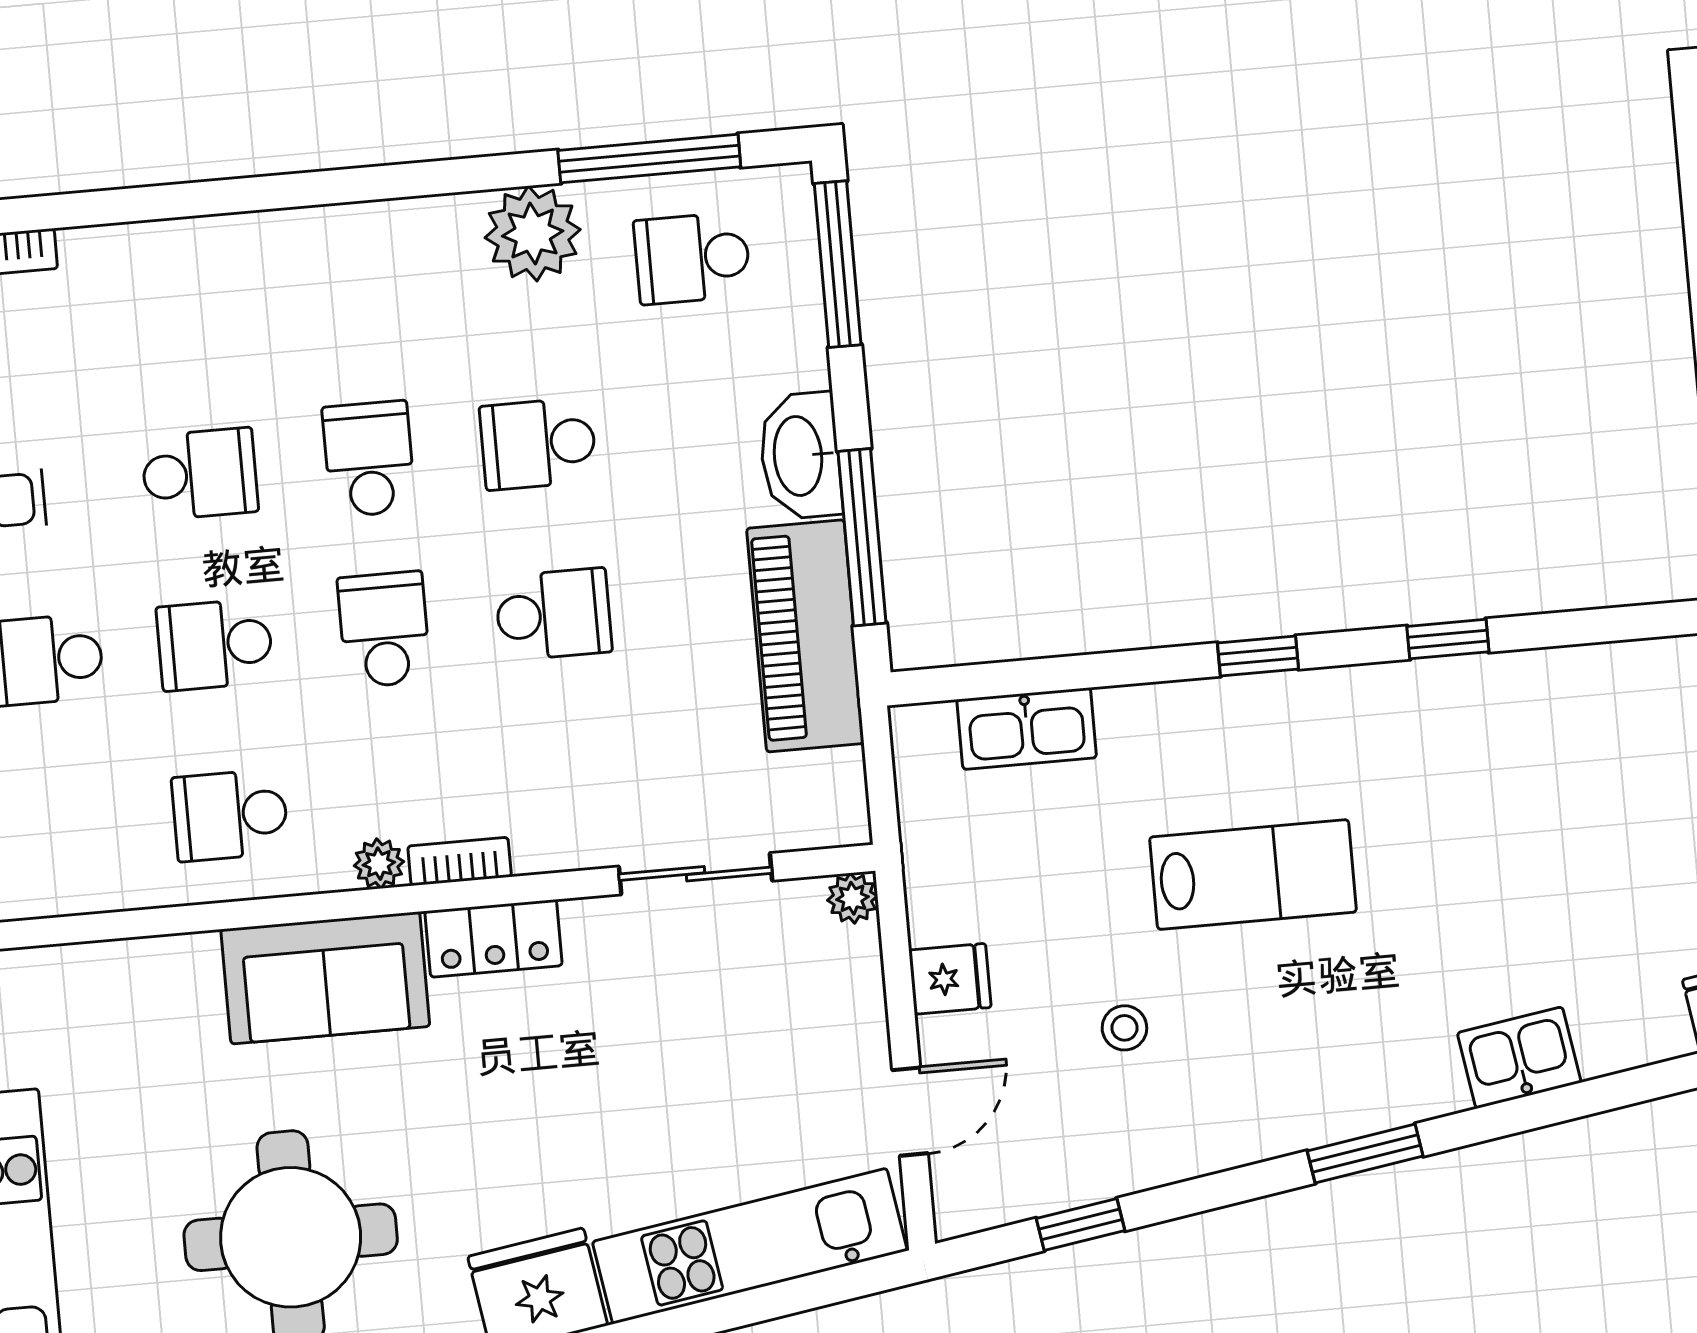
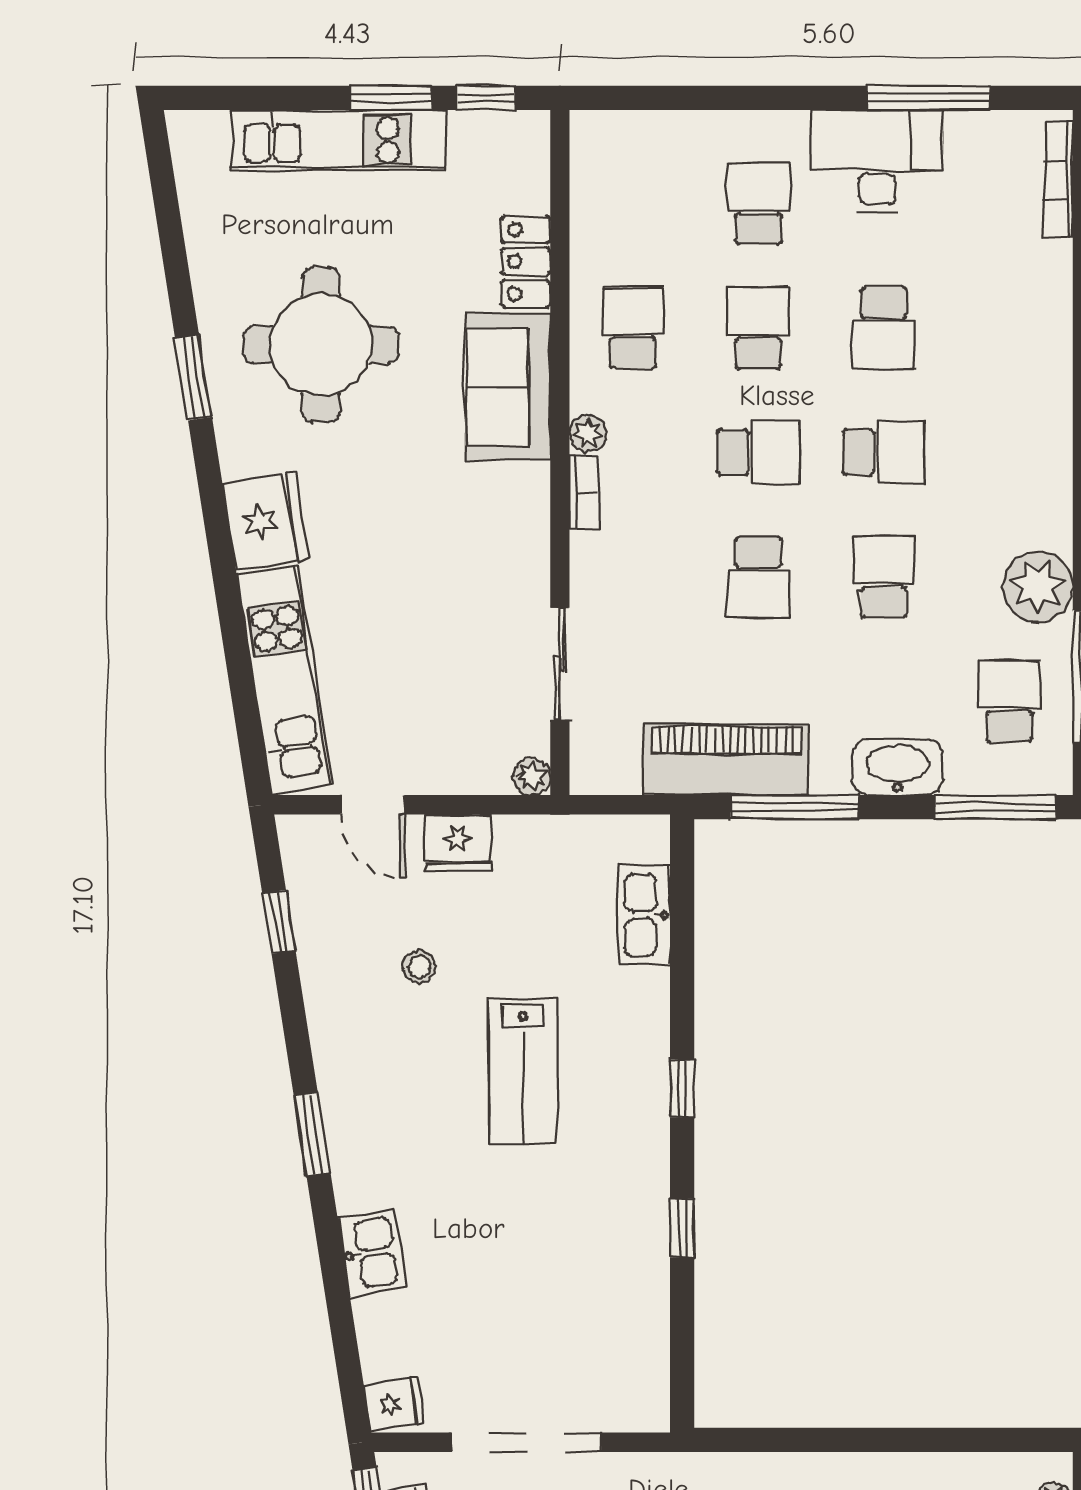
washbasin: (800, 456) -> (897, 767), moved
locker: (493, 938) -> (526, 262), moved
fridge: (950, 979) -> (458, 843), width x1.38

